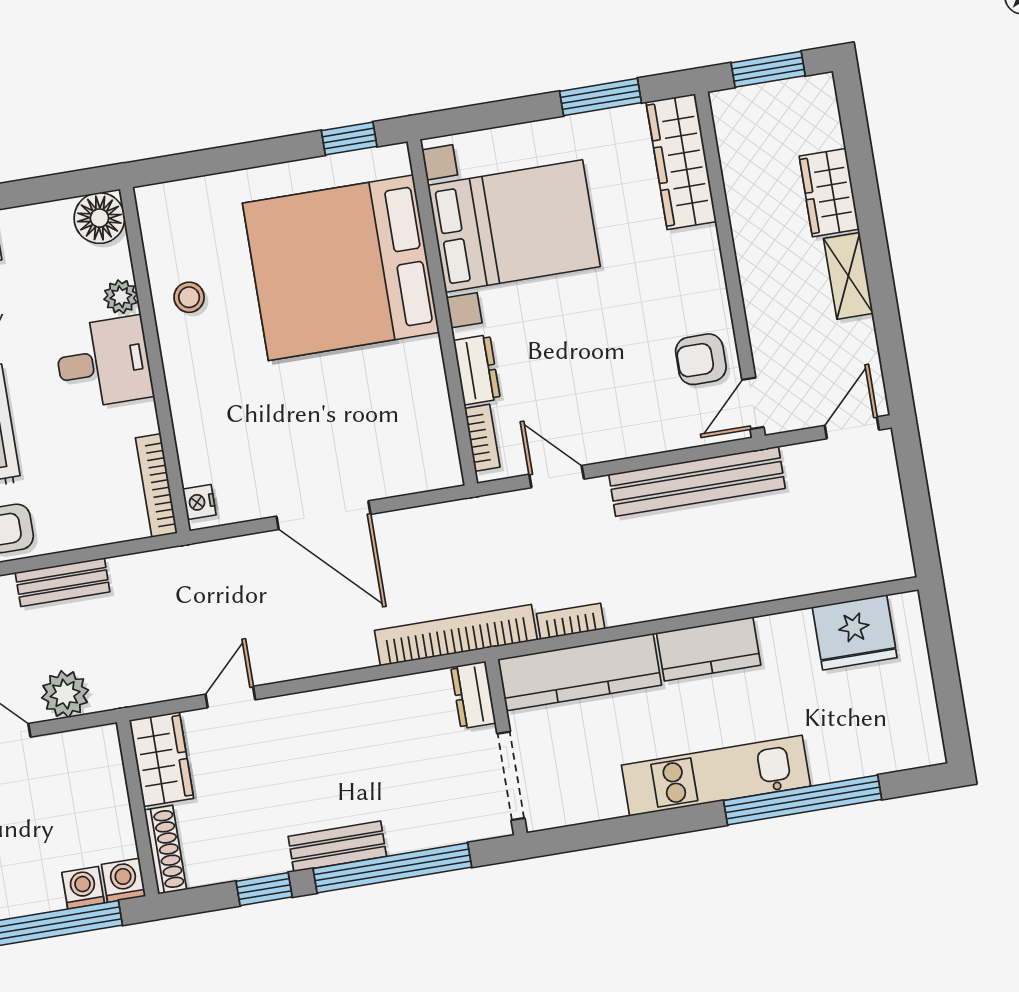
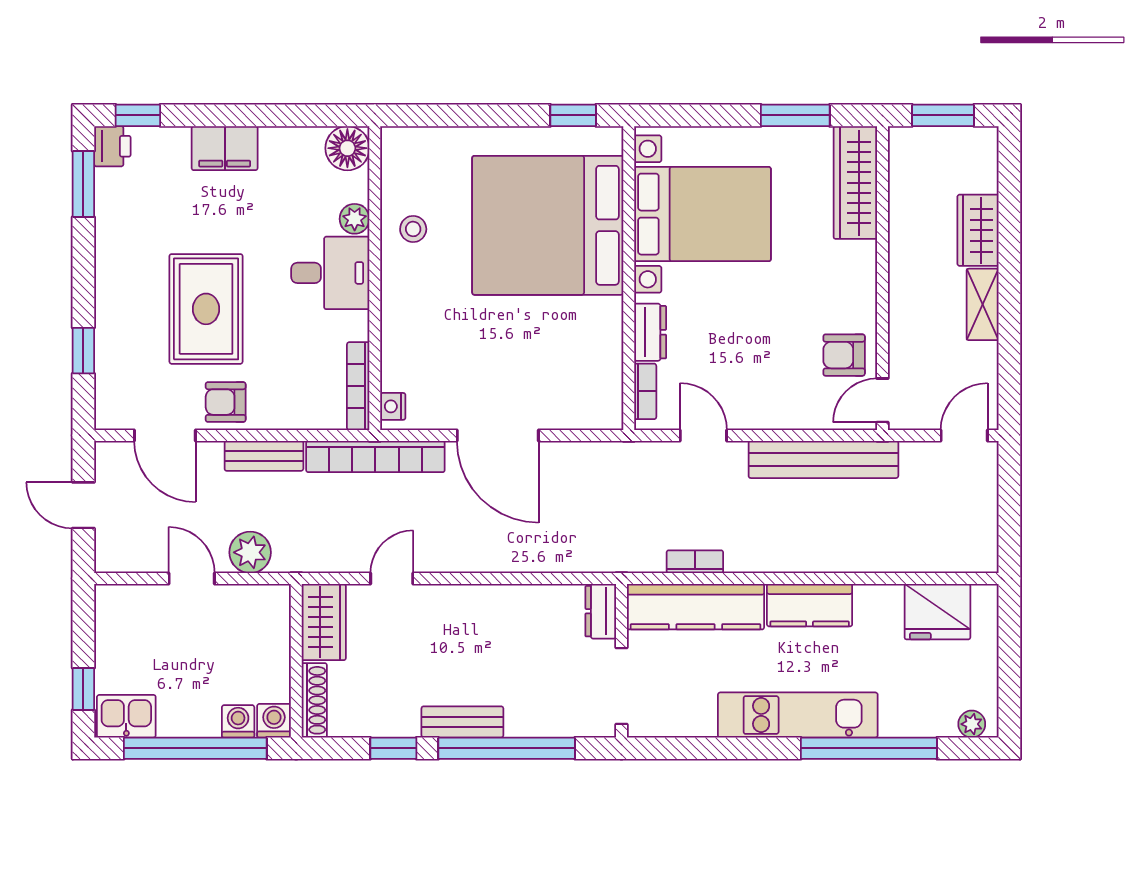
bookcase: (456, 635) -> (375, 456), moved, turned 180
plant: (915, 753) -> (972, 724), added

